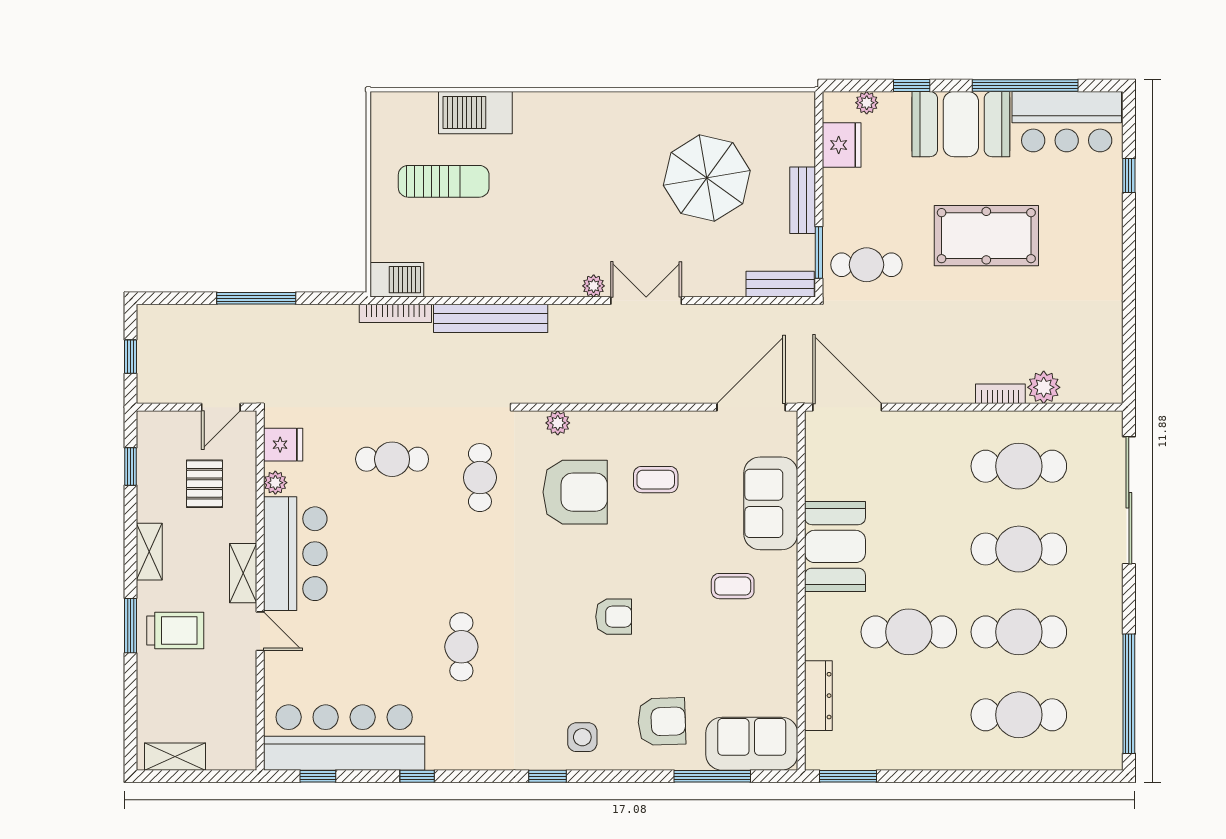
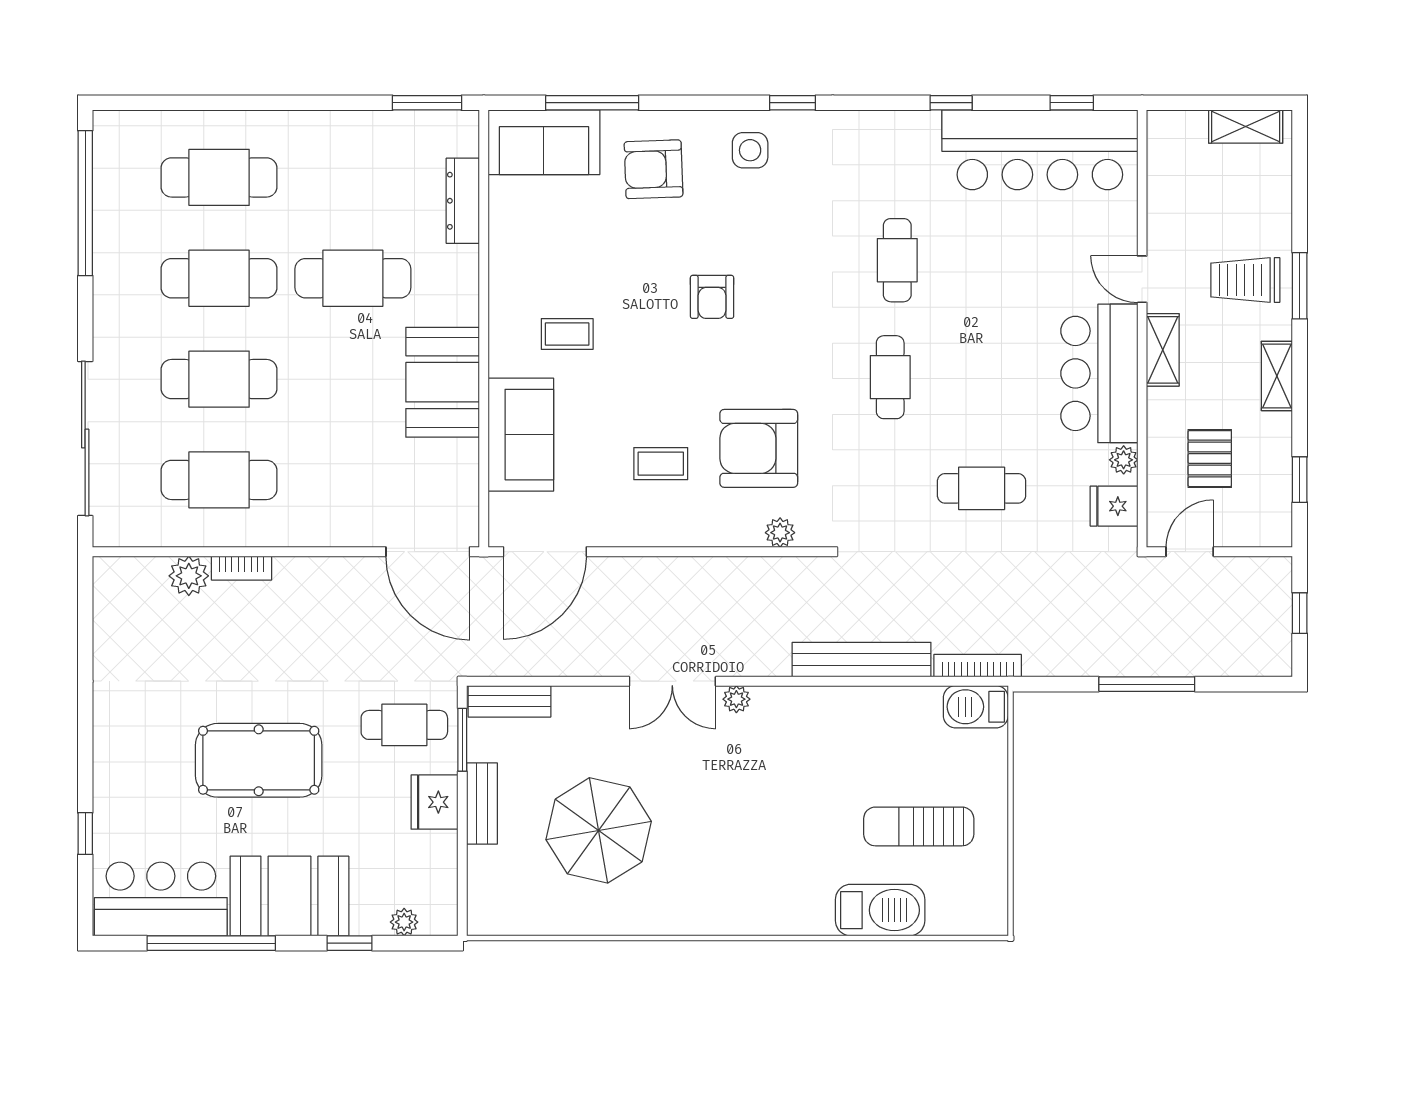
fridge: (842, 145) -> (435, 802), moved
cafe table: (480, 478) -> (890, 377), moved
armchair: (614, 617) -> (712, 297), turned -90

